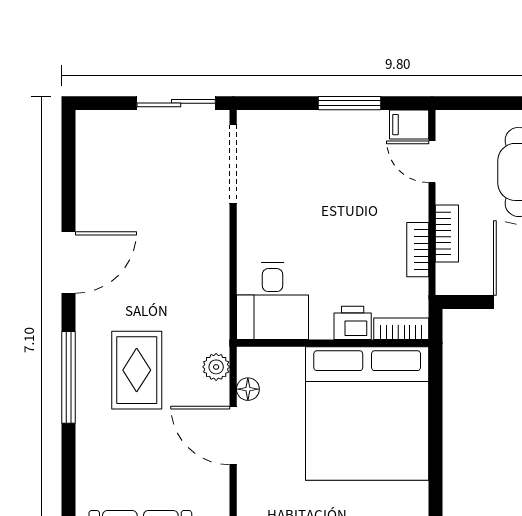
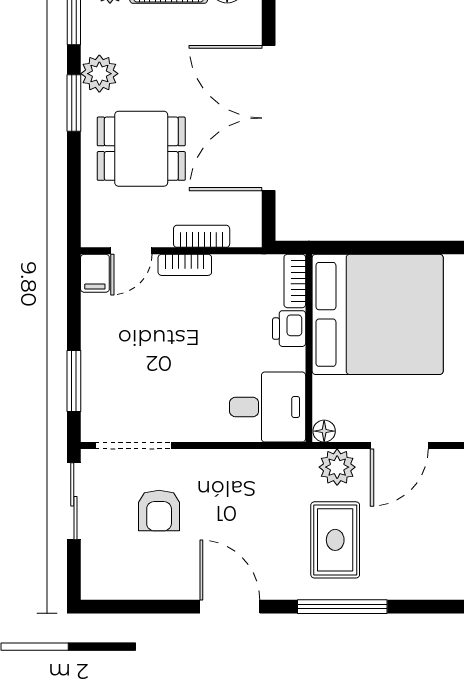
window: (350, 103) -> (74, 381), moved
armchair: (167, 190) -> (159, 510), added
bookcase: (418, 250) -> (185, 265), moved
plant: (216, 367) -> (337, 467), width x1.38, depth x1.38
rug: (137, 370) -> (335, 540), turned 90
floor lamp: (248, 389) -> (324, 431), moved

